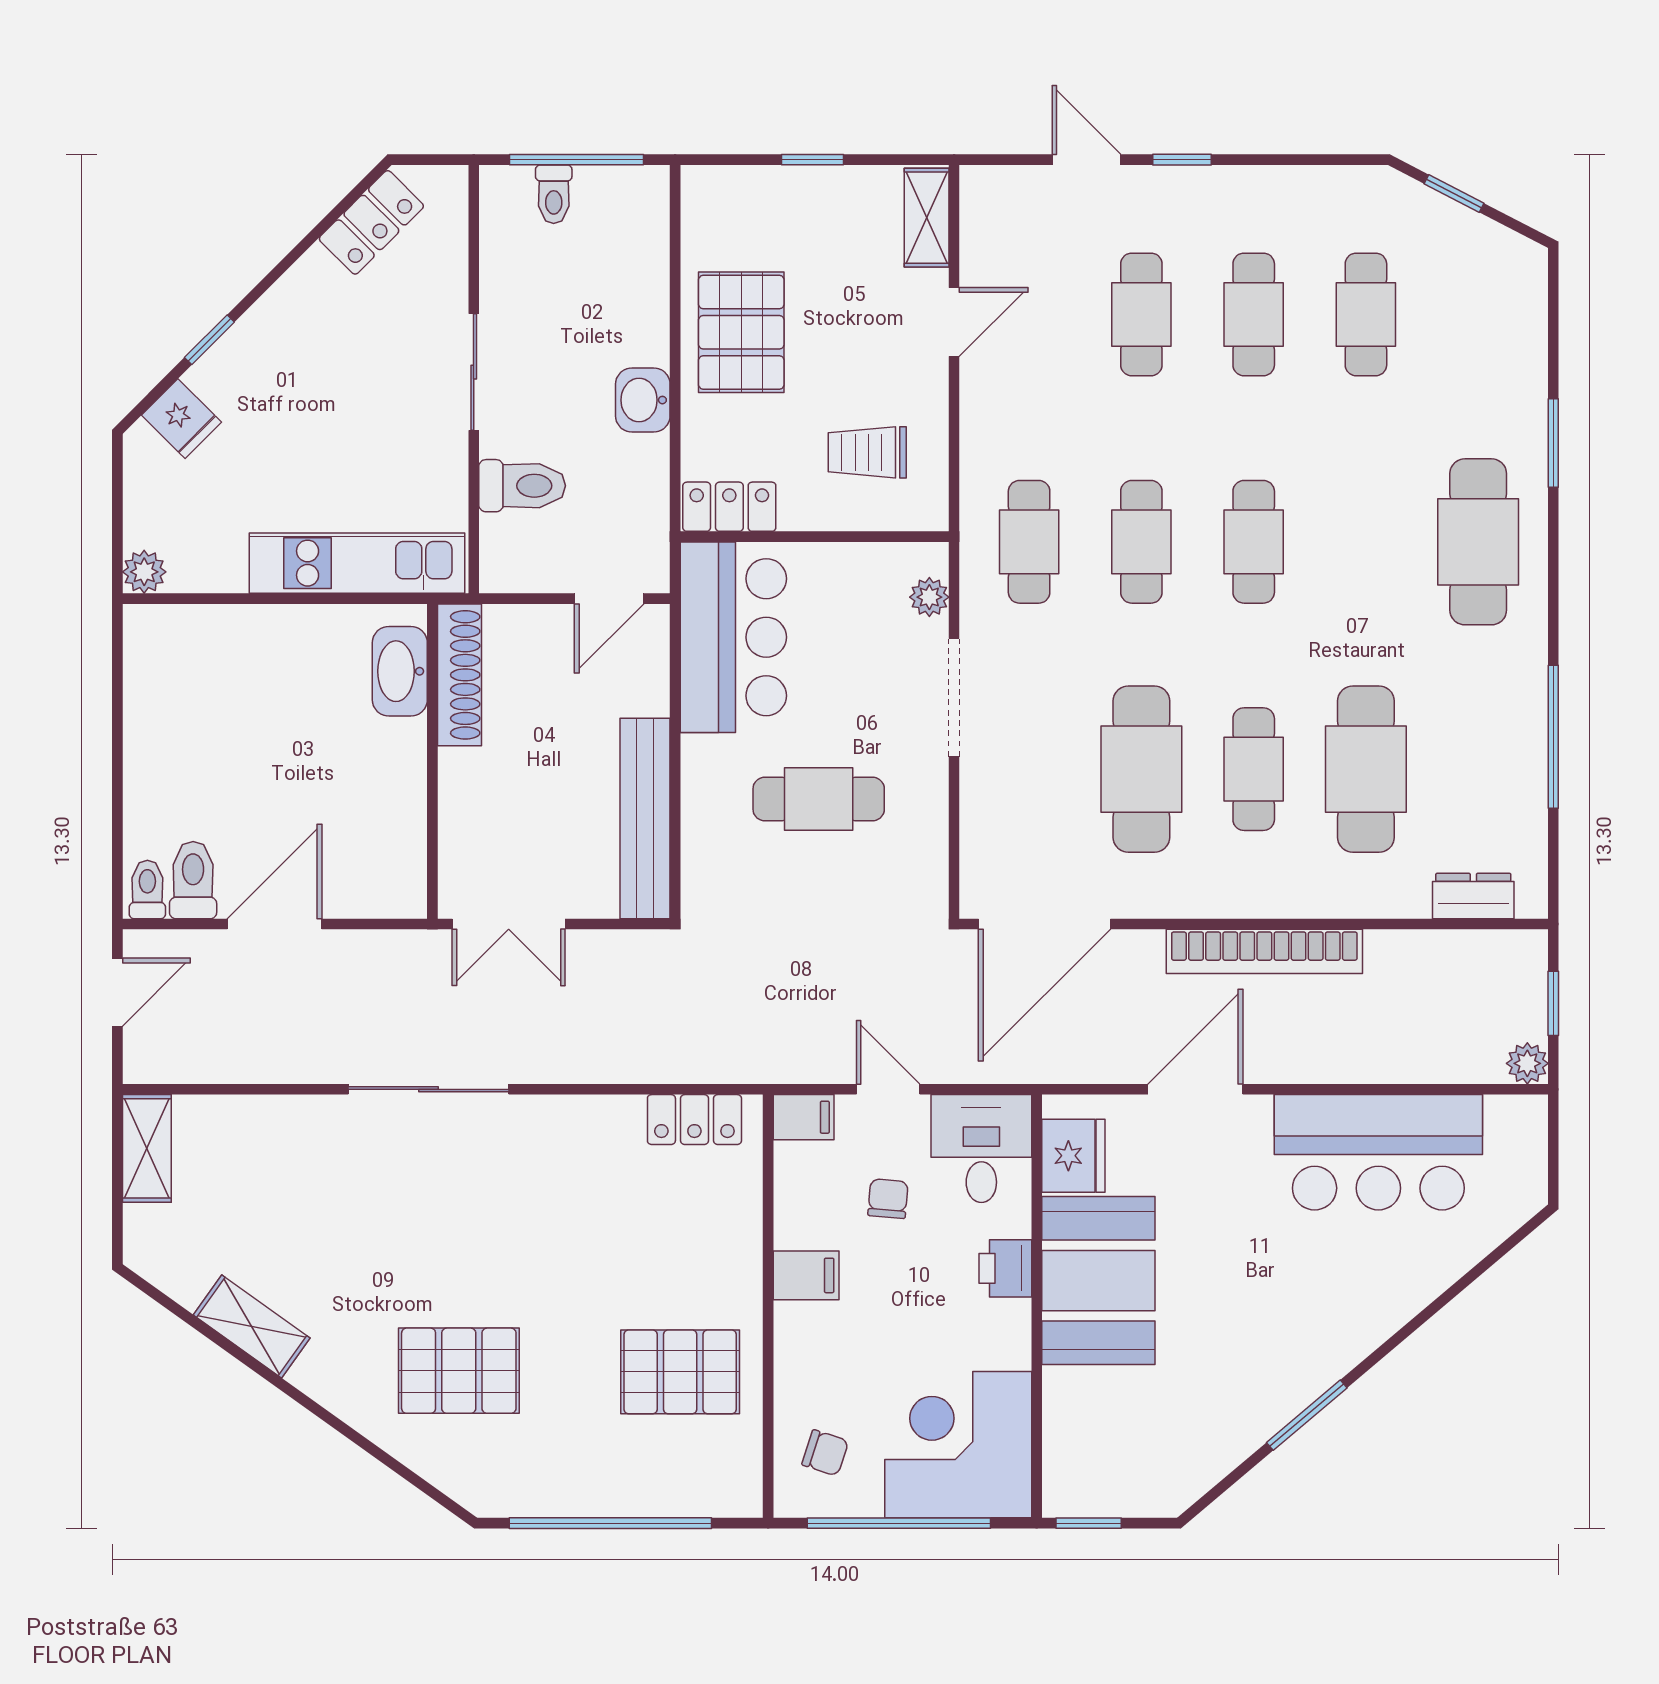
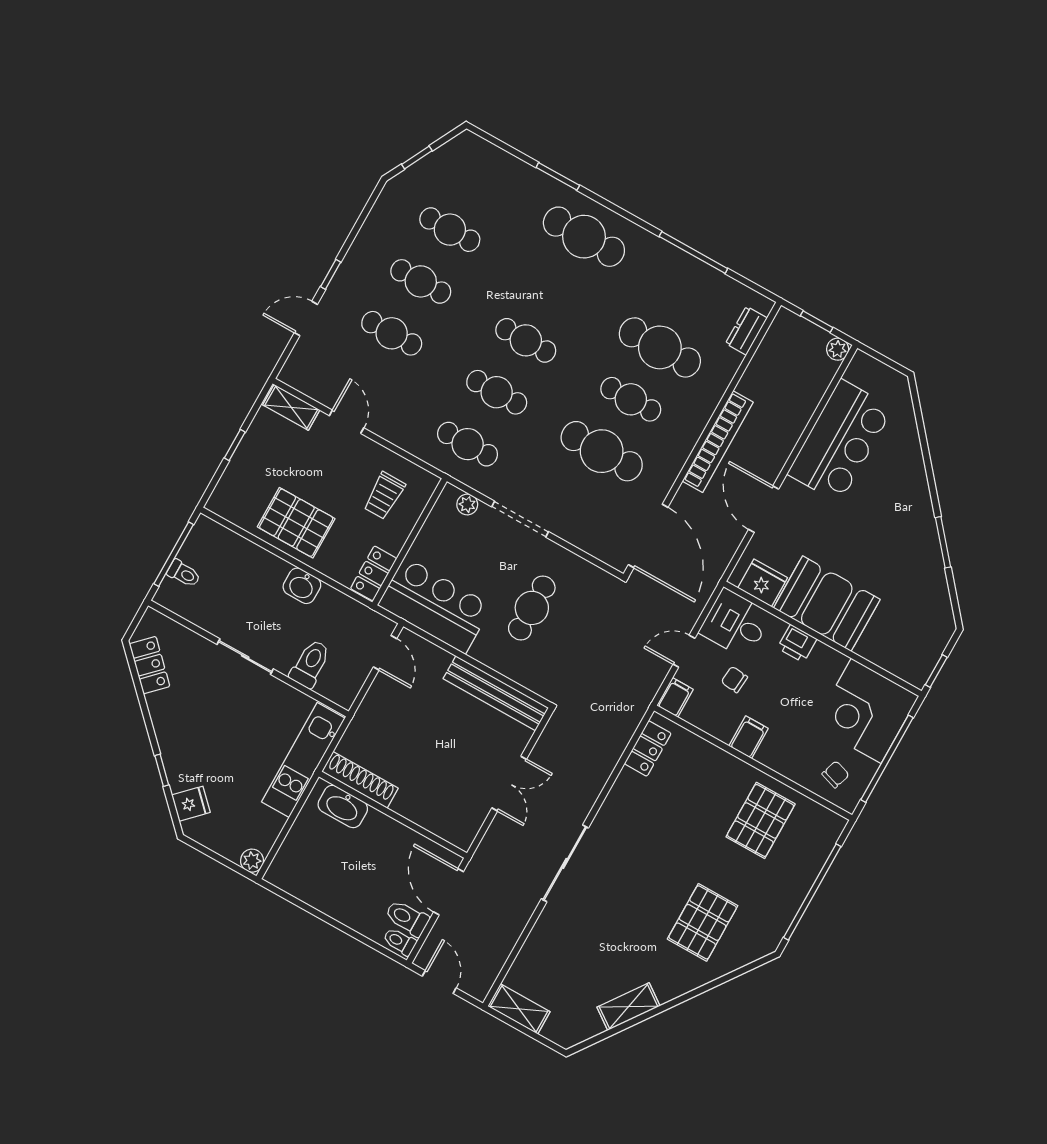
washbasin: (400, 671) -> (343, 806), moved
shoe rack: (460, 675) -> (360, 780), moved
wall: (432, 761) -> (393, 815), moved

